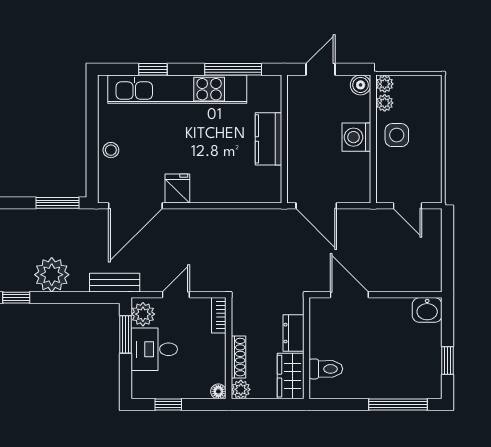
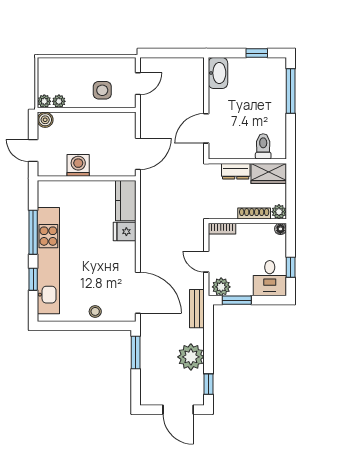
window: (233, 69) -> (33, 232), moved
side table: (397, 135) -> (102, 90), moved
washing machine: (356, 137) -> (78, 165), moved, turned 180
kitchen counter: (268, 139) -> (126, 201), moved, turned 90
fridge: (177, 188) -> (125, 232), moved
washbasin: (427, 310) -> (218, 73), width x1.38
desk: (154, 349) -> (270, 278), moved

